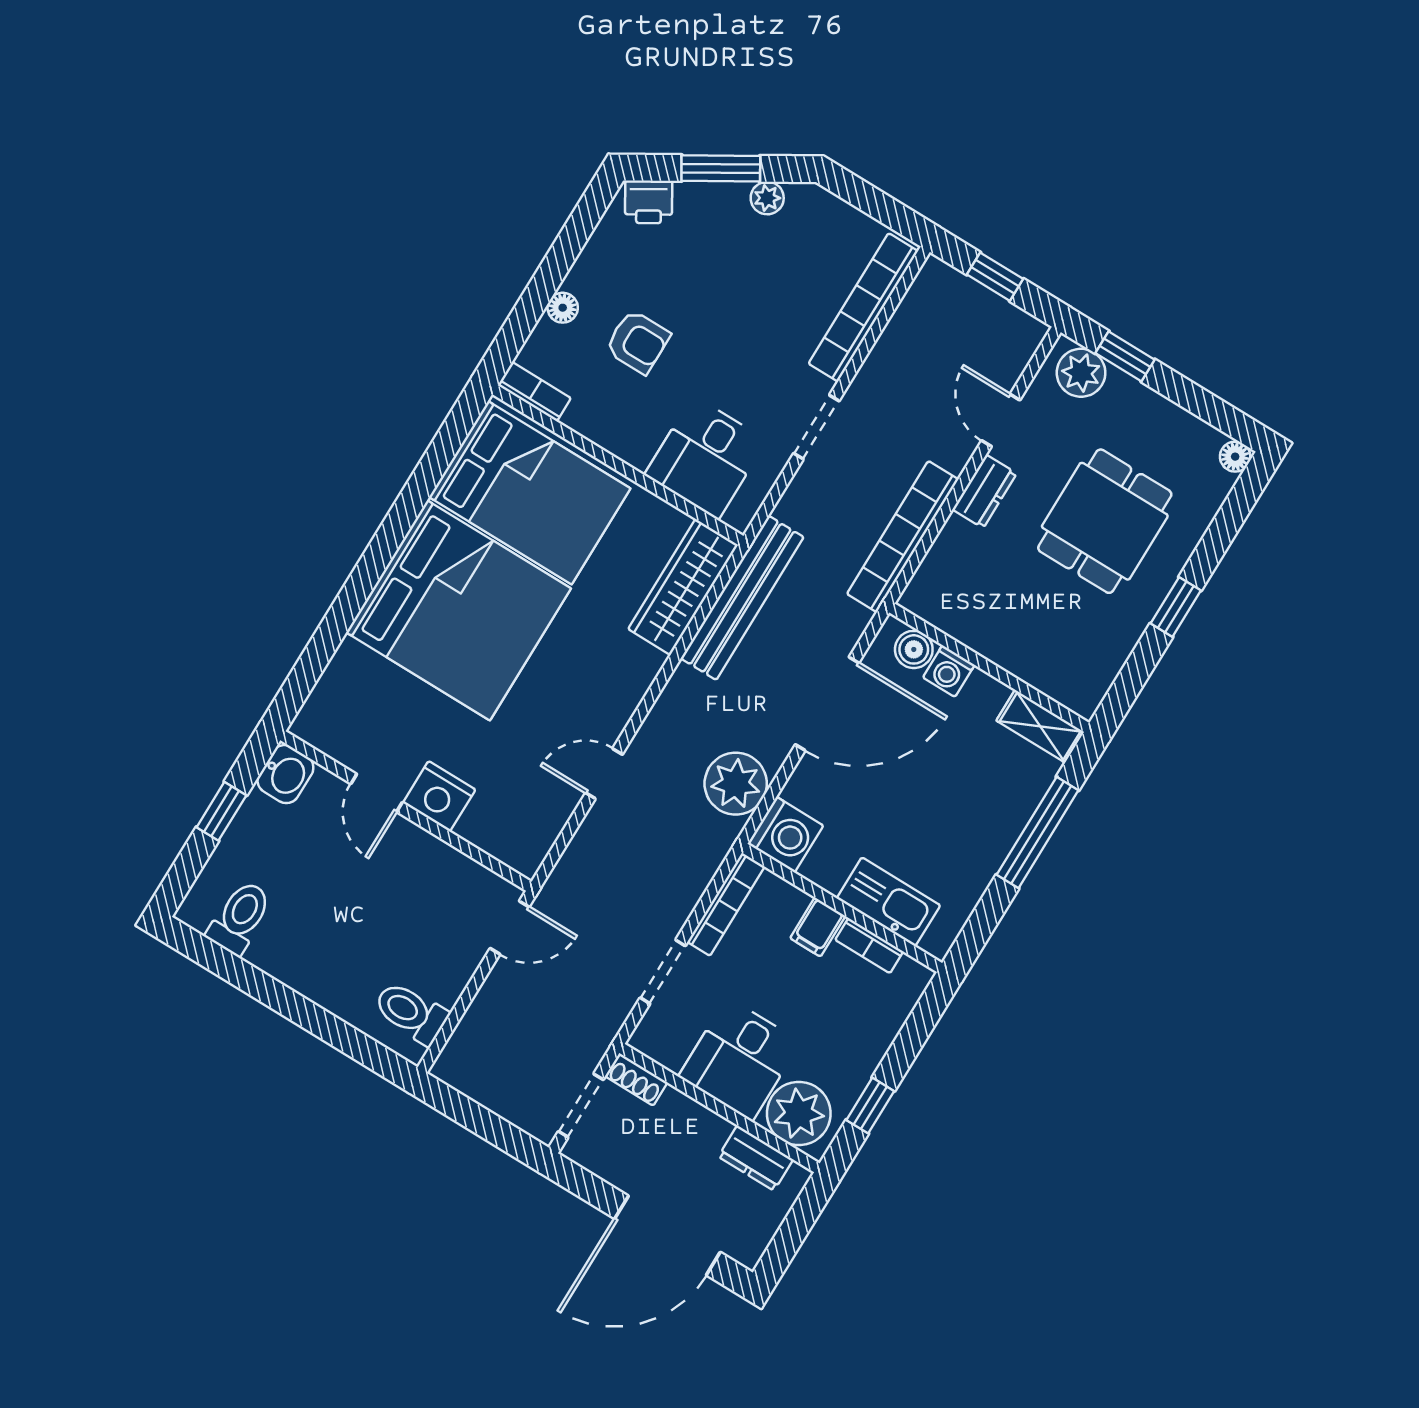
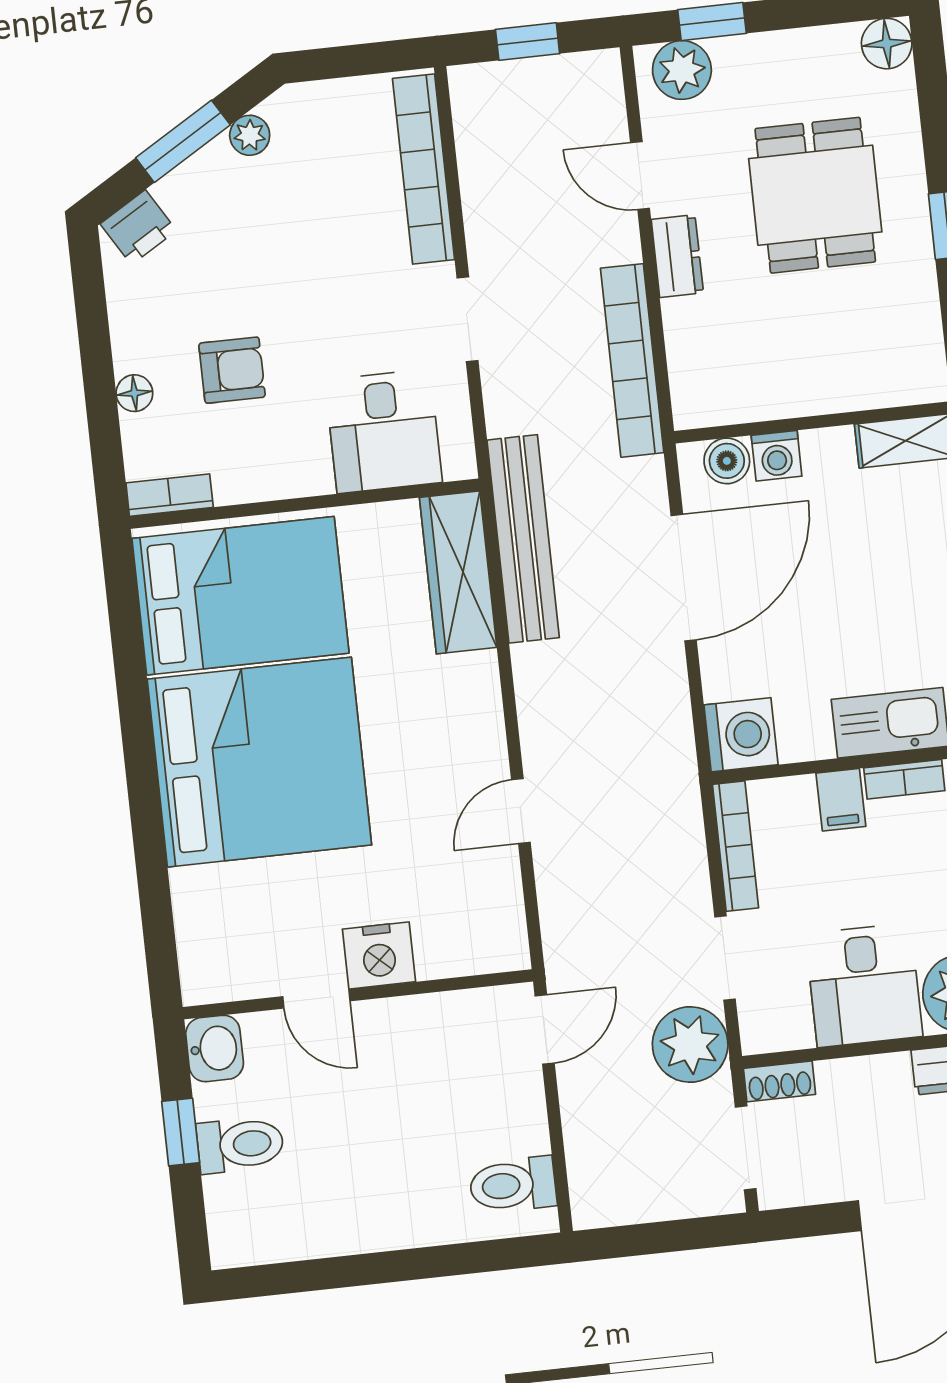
floor lamp: (1235, 457) -> (887, 44), width x1.37, depth x1.37
plant: (736, 784) -> (690, 1044), moved
toilet: (240, 918) -> (240, 1145), moved, turned 90

